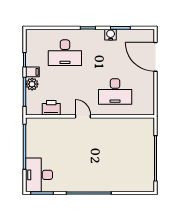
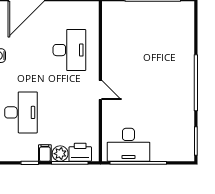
printer: (51, 108) -> (80, 152), moved, turned 90
door: (83, 116) -> (100, 90), swing flipped
desk: (39, 175) -> (128, 145), moved

